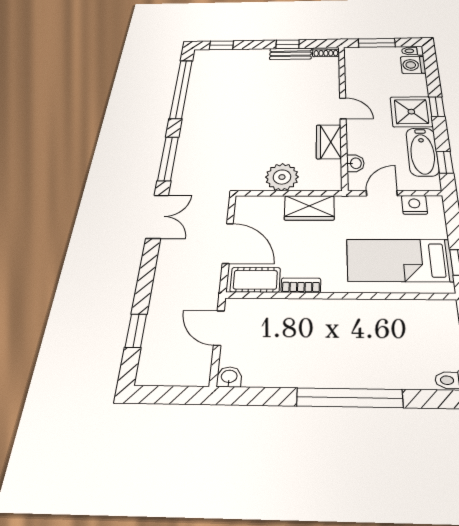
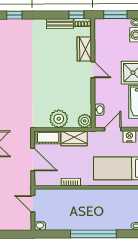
window: (288, 44) -> (76, 15), moved
wardrobe: (329, 142) -> (84, 49), moved
plant: (329, 180) -> (85, 121), added
cot: (255, 280) -> (48, 137), moved

